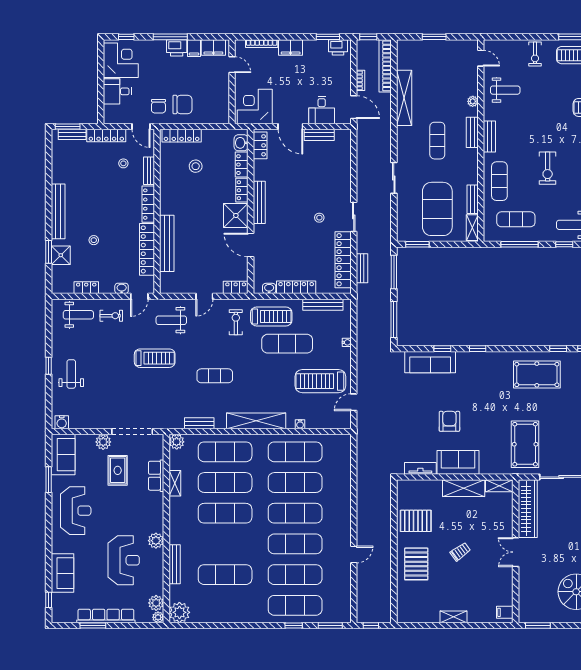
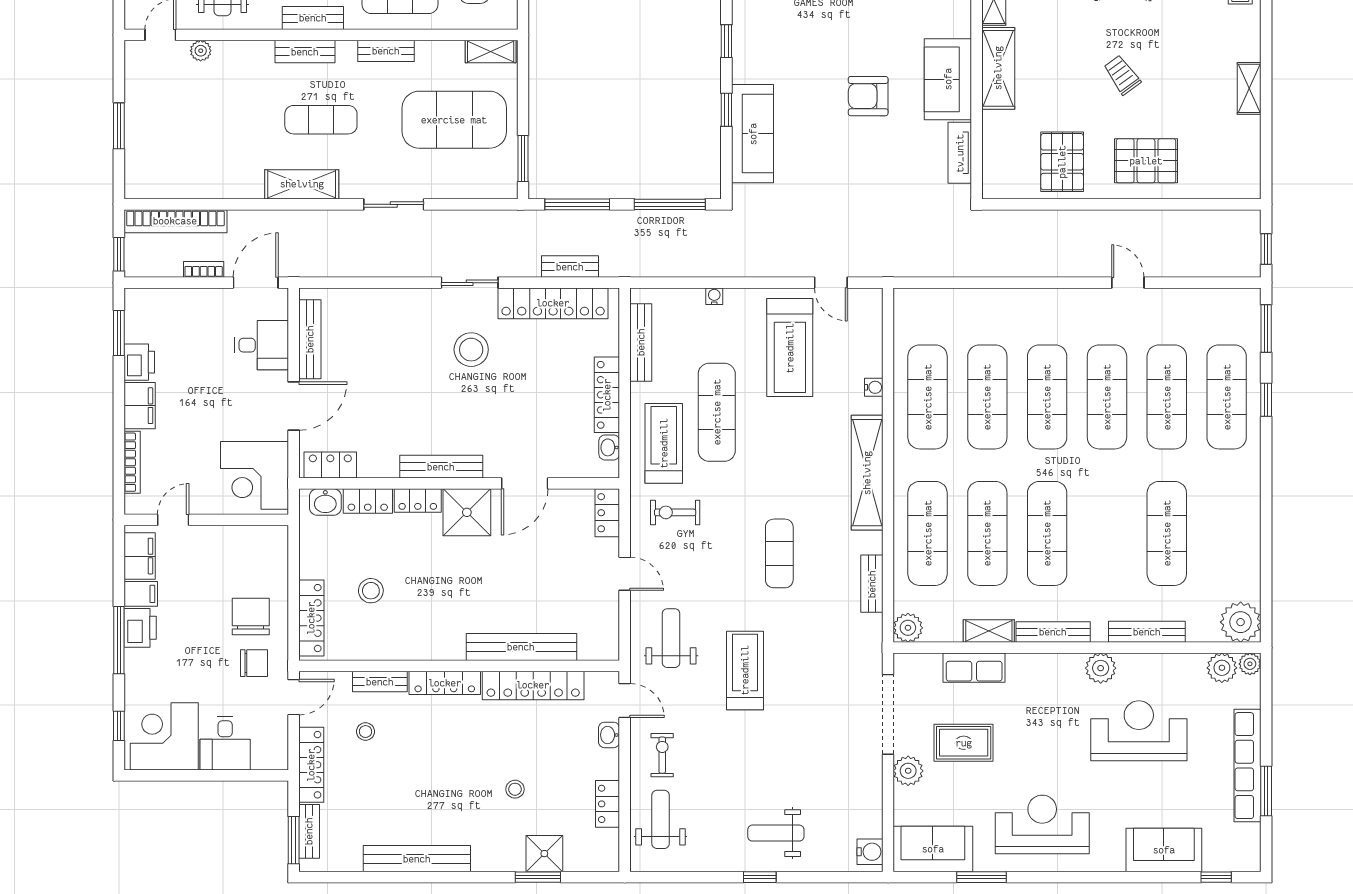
printer: (338, 47) -> (139, 362), moved
shelving: (404, 98) -> (302, 184), moved, width x0.68
plant: (473, 101) -> (201, 51), moved
bench: (319, 135) -> (310, 339), width x1.36
bench: (473, 199) -> (386, 51), moved
bench: (58, 211) -> (417, 859), moved
stool: (319, 218) -> (471, 350), width x1.89, depth x1.89
weight bench: (171, 320) -> (671, 638), turned 180
bench: (174, 516) -> (1053, 632), added

